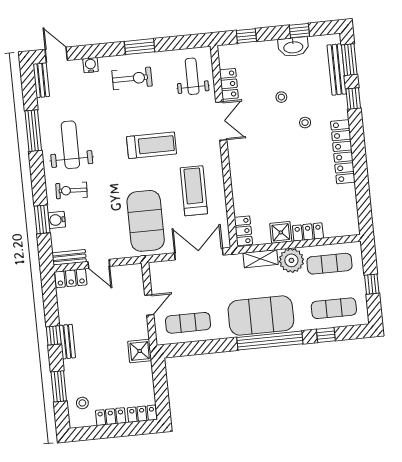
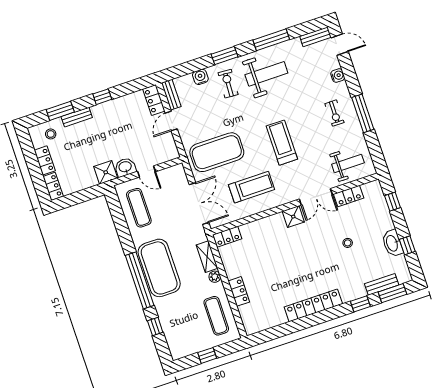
window: (140, 47) -> (363, 113), width x1.44
door: (56, 55) -> (340, 45), hinge flipped
bench: (337, 69) -> (382, 284), width x0.73
exercise bike: (132, 78) -> (334, 113), width x0.73, depth x0.72
stool: (305, 123) -> (331, 268), removed
treadmill: (152, 145) -> (282, 143), turned 180
window: (42, 219) -> (224, 56), moved
shower: (281, 232) -> (293, 217), moved
plant: (291, 260) -> (215, 277), width x0.53, depth x0.53
exercise mat: (334, 308) -> (179, 328), removed
washbasin: (139, 328) -> (125, 167), added
bench: (67, 342) -> (77, 117), moved

